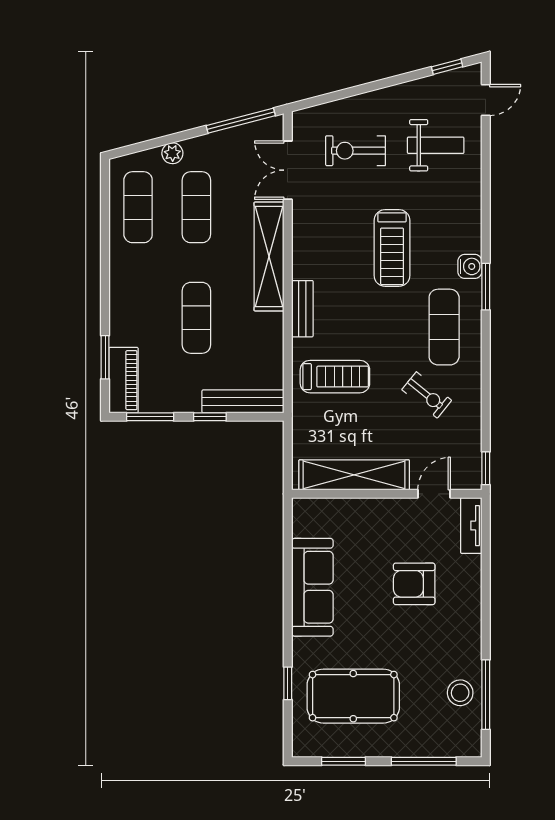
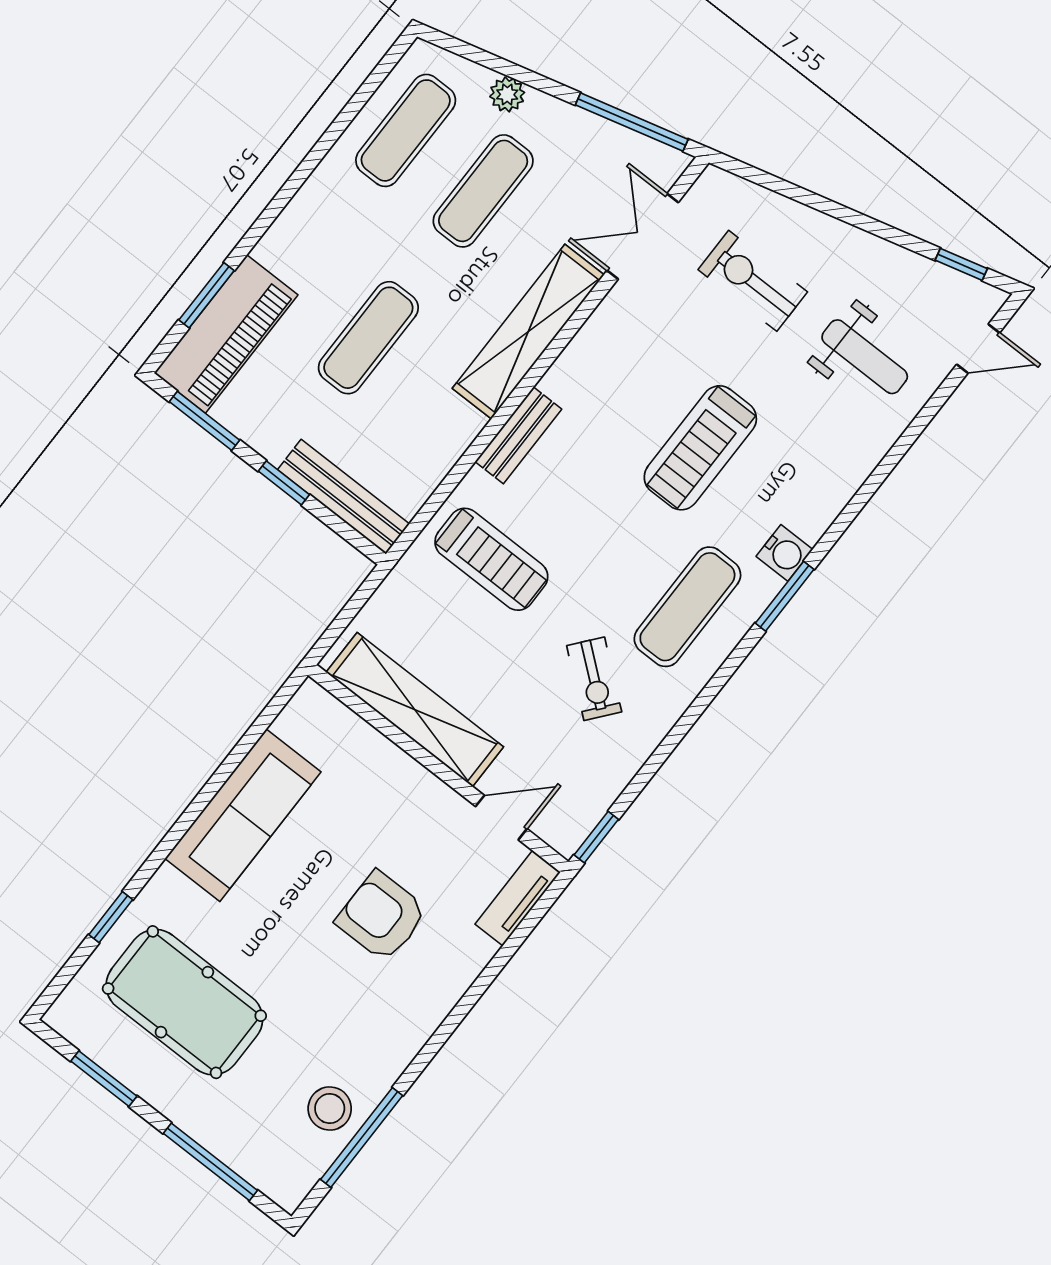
piano: (124, 380) -> (226, 334), width x1.37, depth x1.33

